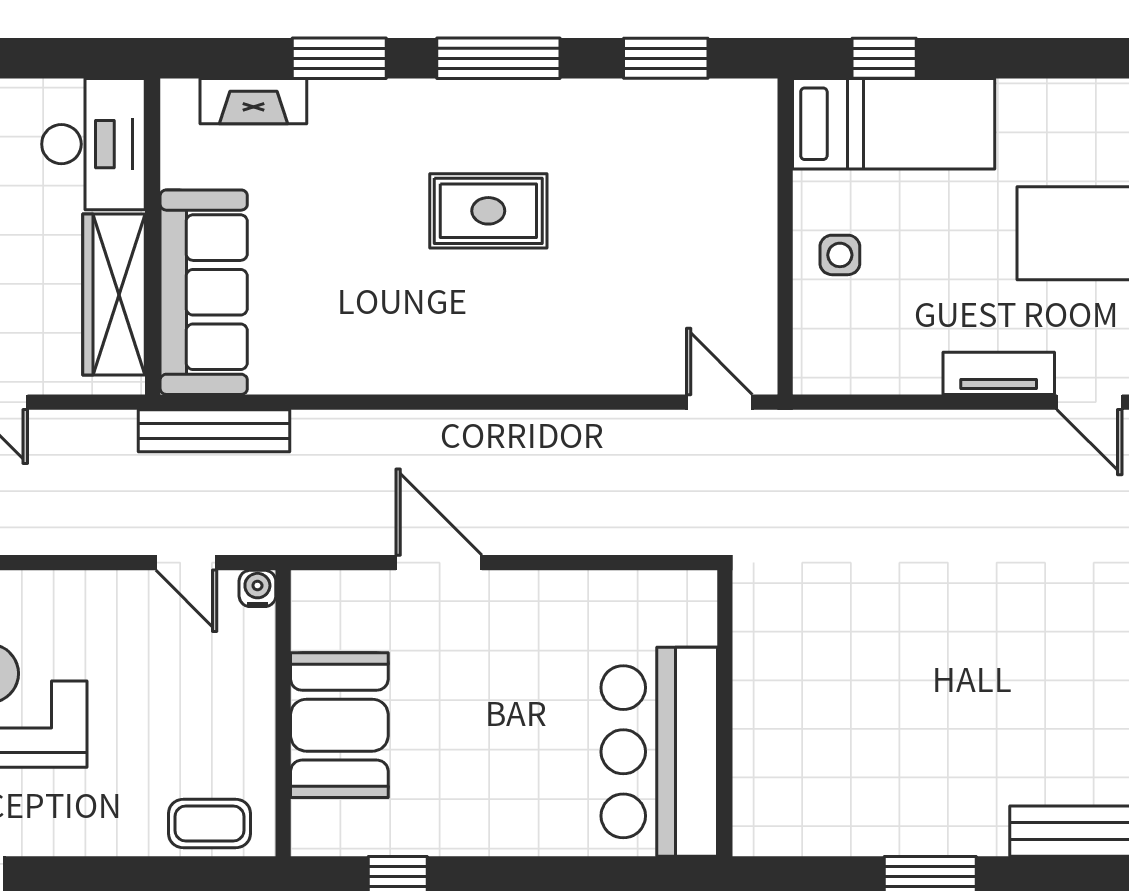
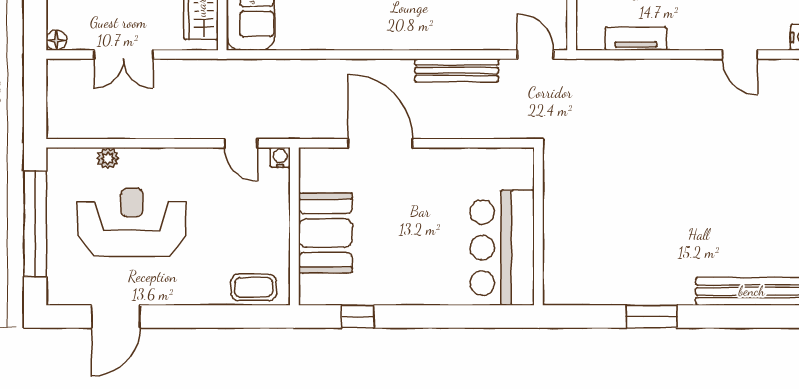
tv unit: (999, 373) -> (636, 39), moved
bench: (214, 431) -> (457, 70), moved
door: (439, 563) -> (380, 143), width x1.36

